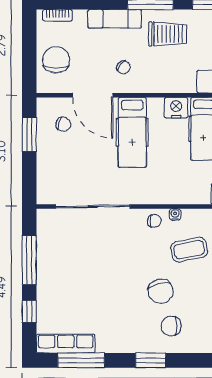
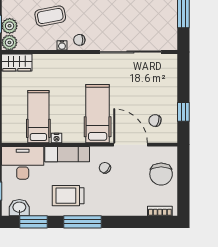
exam couch: (115, 19) -> (67, 154), moved, turned 180
nightstand: (176, 108) -> (57, 138), width x0.53, depth x0.56
window: (29, 135) -> (183, 112), width x0.67

